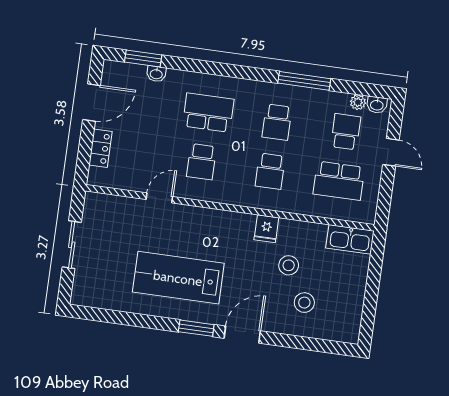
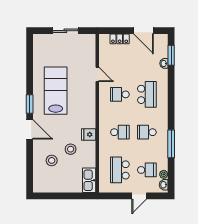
school desk: (270, 171) -> (120, 132), turned 180

